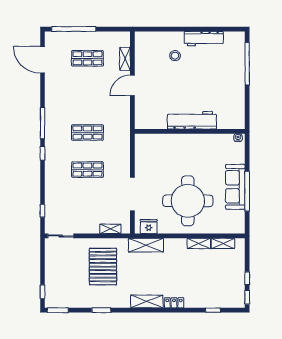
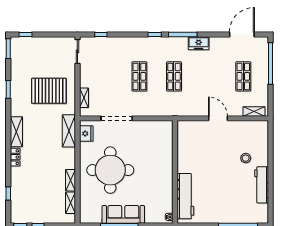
shelving: (125, 59) -> (254, 111), moved
freezer: (52, 106) -> (199, 43), added
workbench: (192, 120) -> (185, 196), moved

